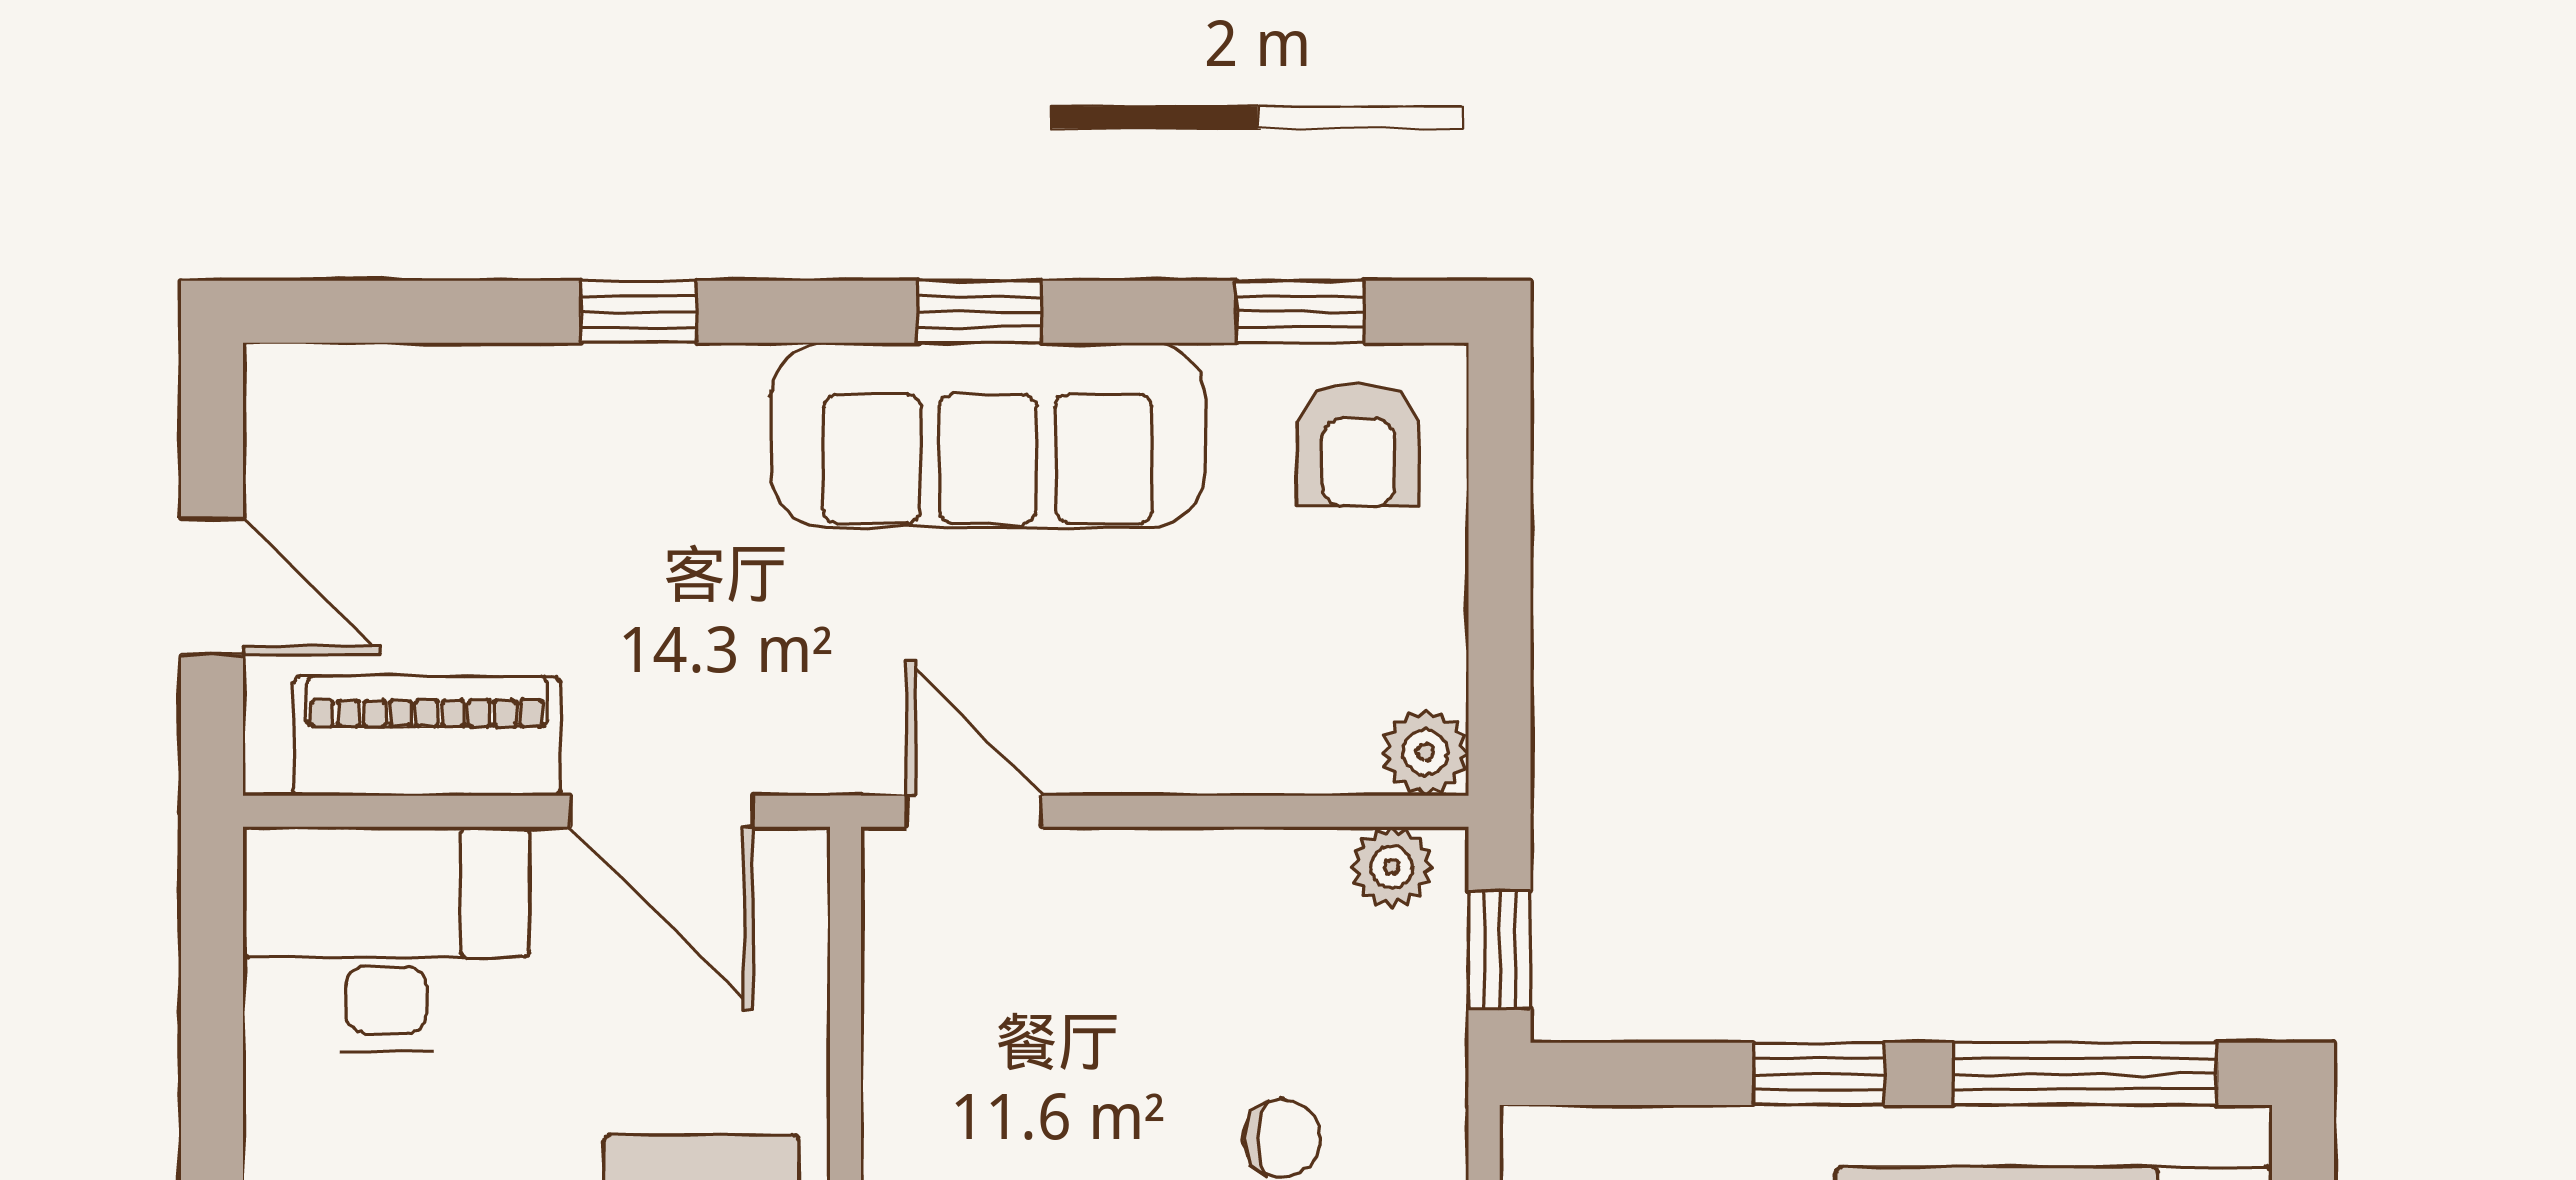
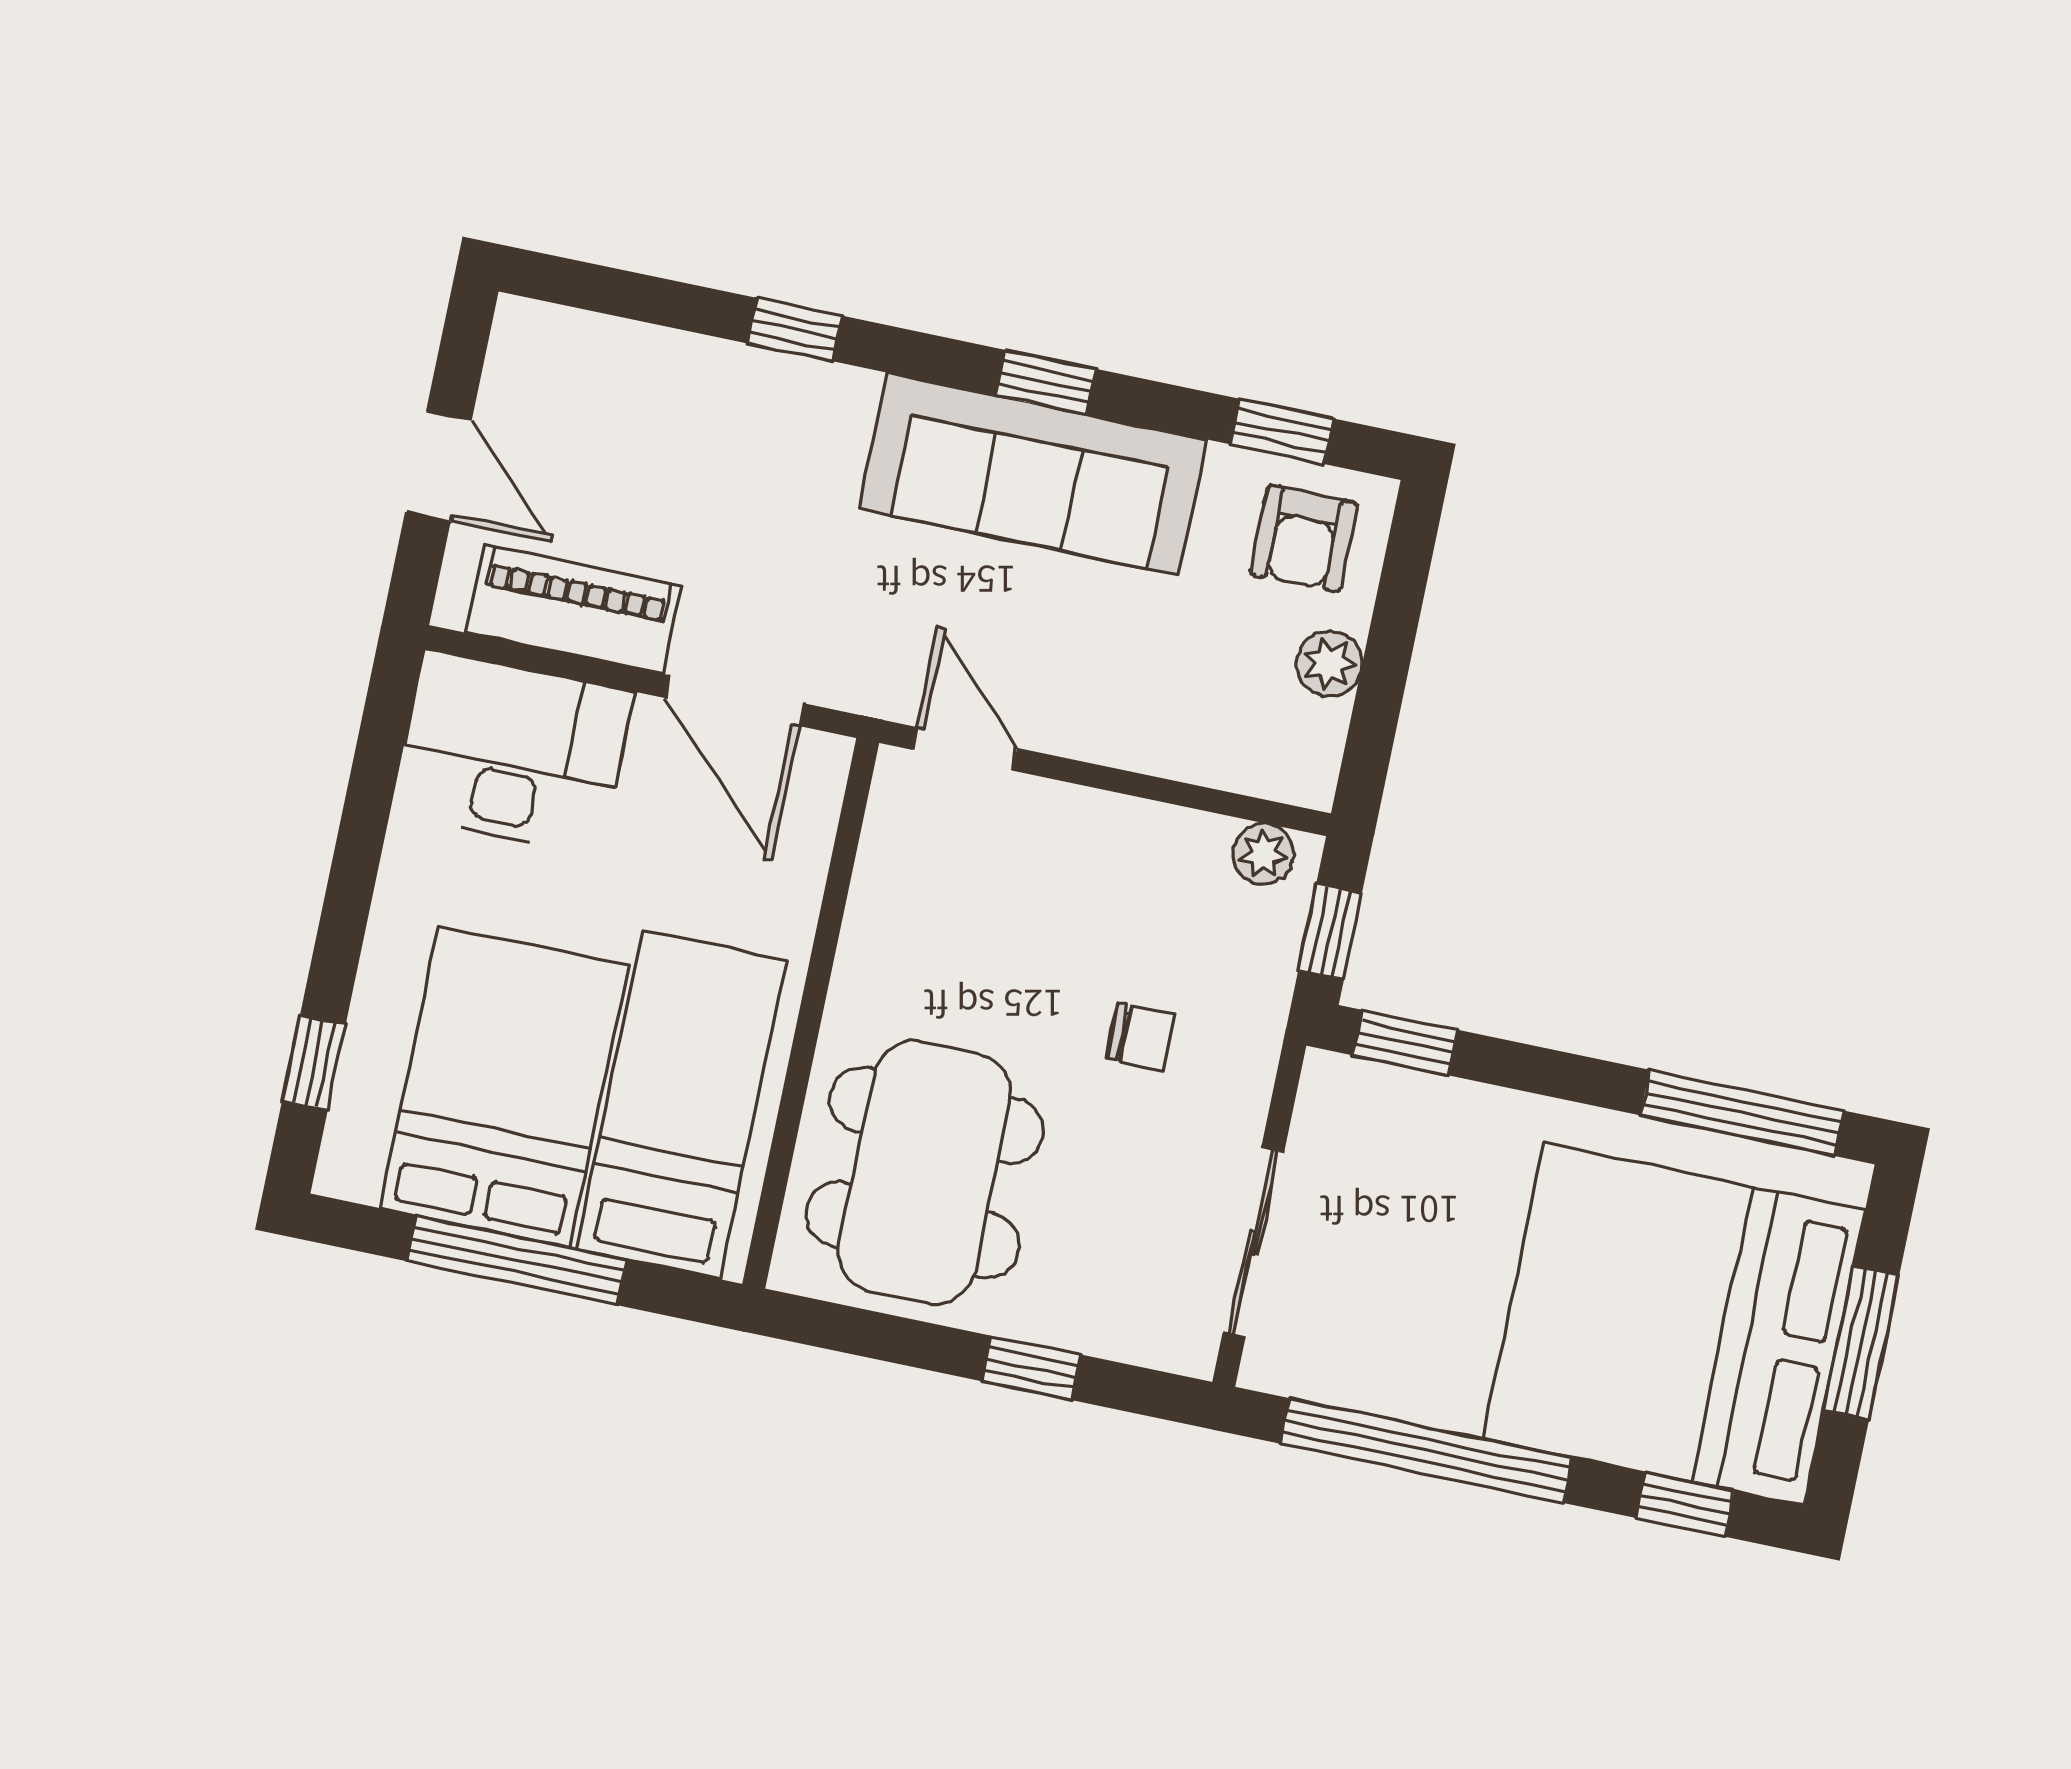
plant: (1425, 752) -> (1329, 664), moved
window: (1819, 1074) -> (1405, 1043), moved

